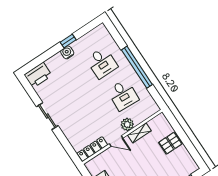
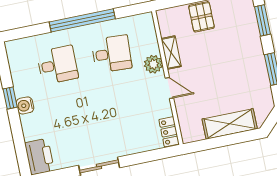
door: (116, 141) -> (169, 88), hinge flipped
locker: (92, 149) -> (169, 132), width x0.66

